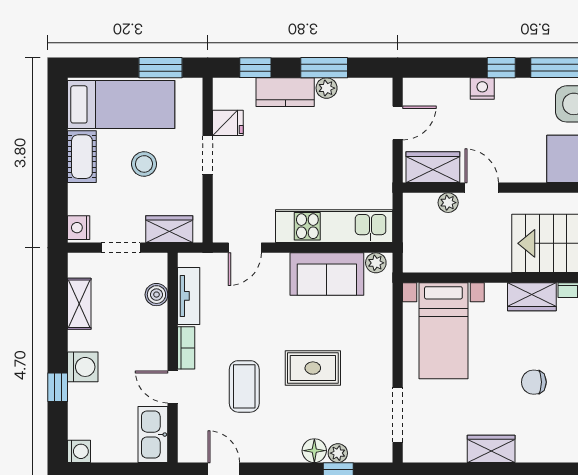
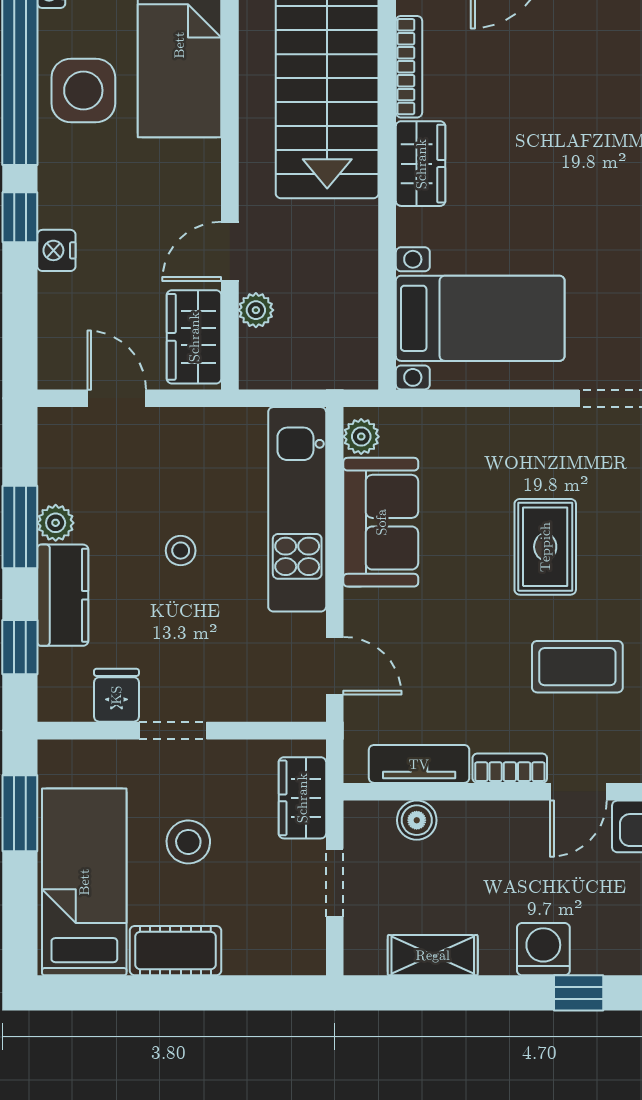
stool: (311, 160) -> (181, 551), added
nightstand: (79, 228) -> (300, 956), removed
chair: (534, 382) -> (570, 160), removed

